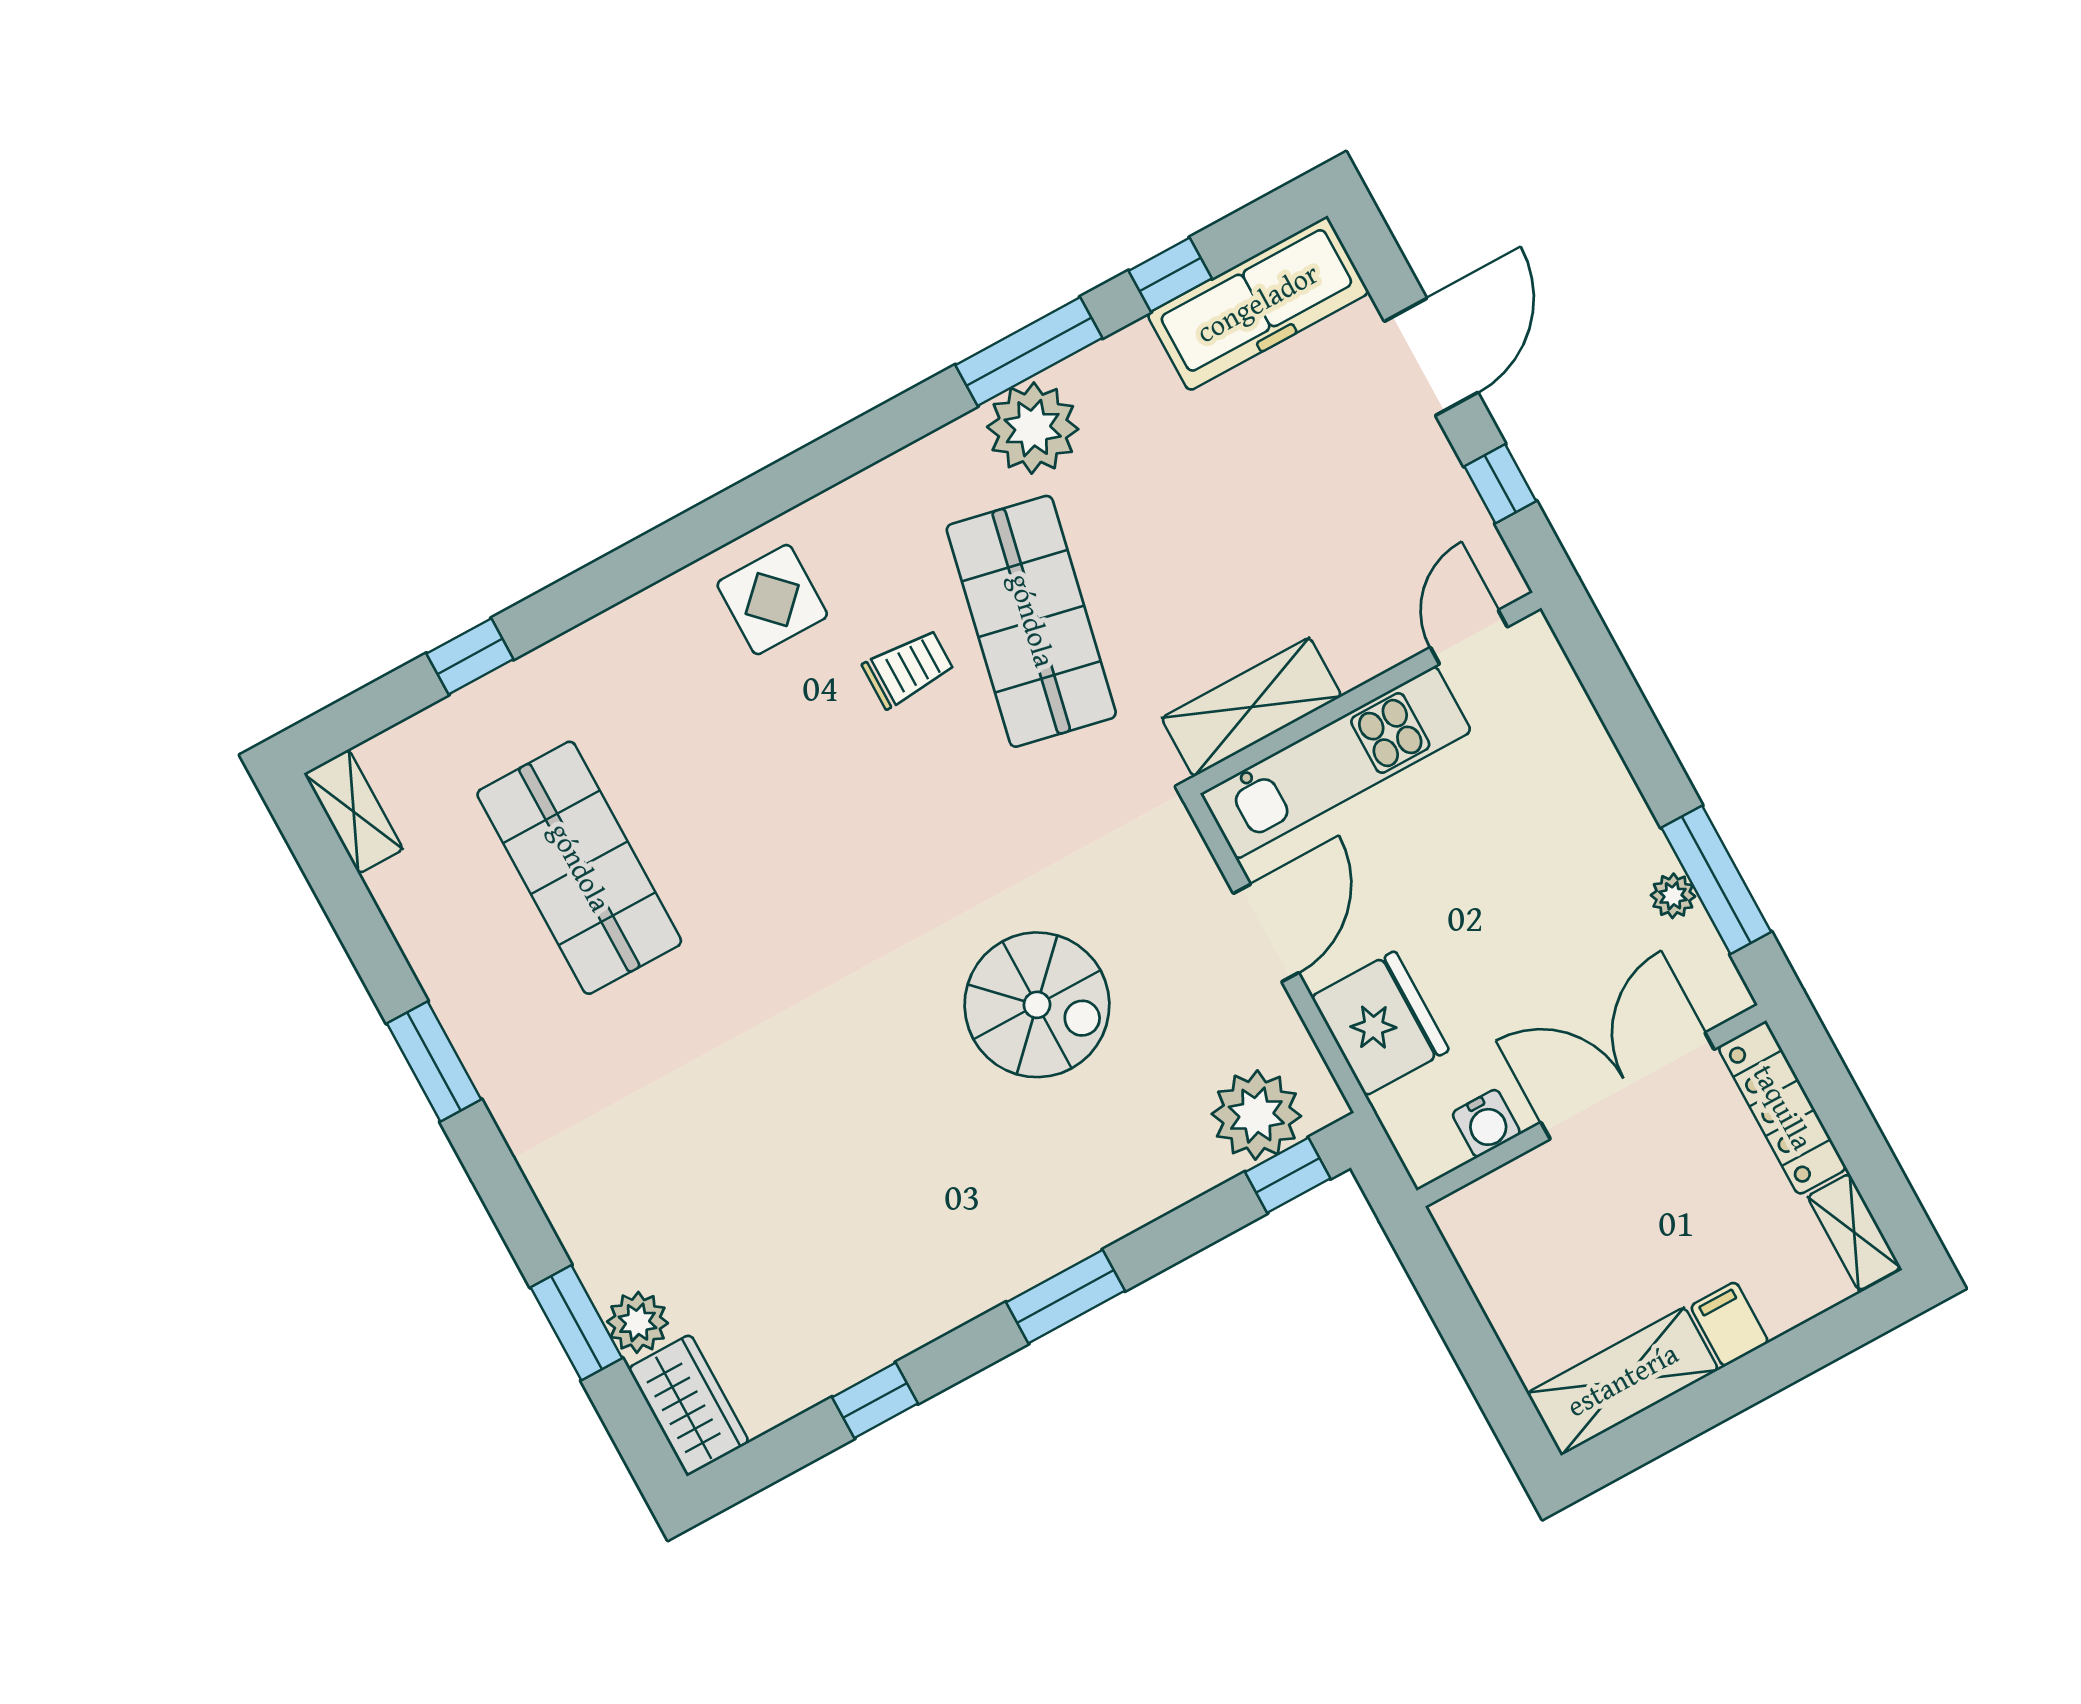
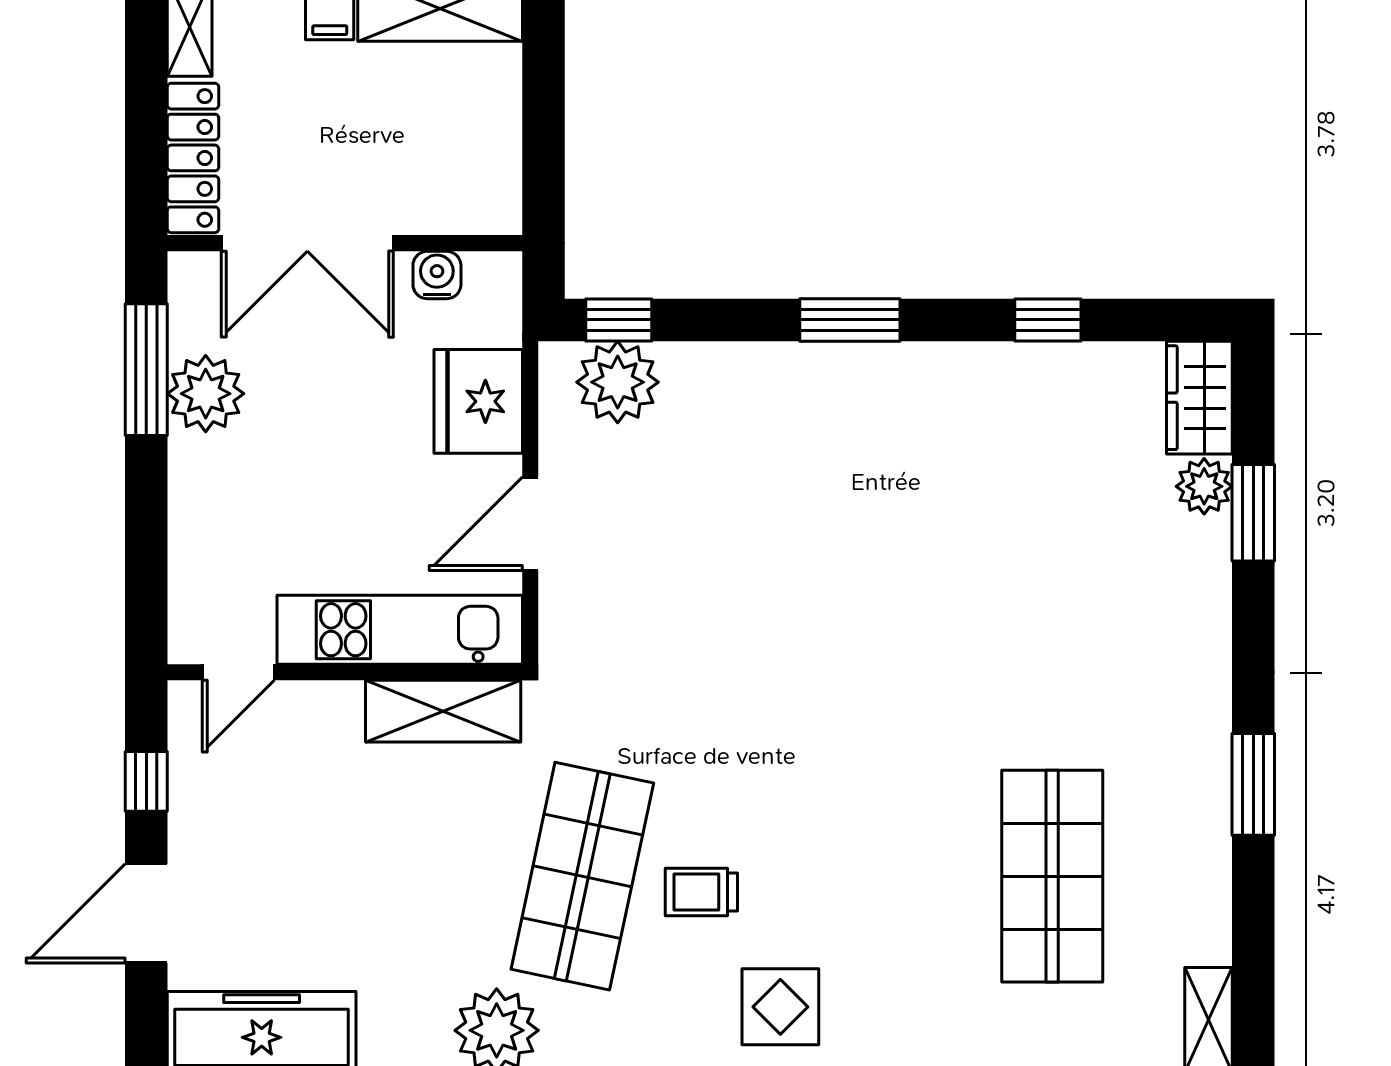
plant: (1673, 896) -> (206, 394), width x1.87, depth x1.87
spiral stairs: (1037, 1005) -> (745, 566), removed

